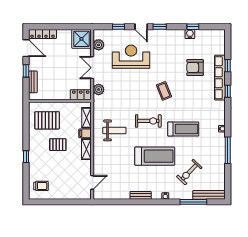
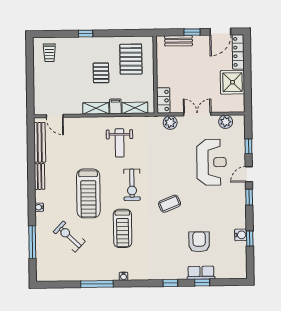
shower: (81, 39) -> (232, 82), moved
row of seats: (220, 78) -> (201, 273), width x0.50
bench: (209, 195) -> (40, 142), moved

